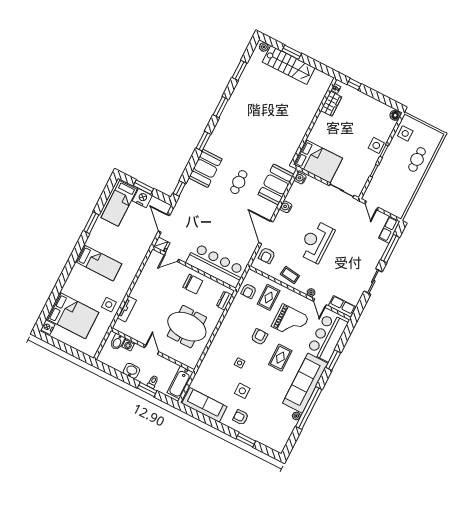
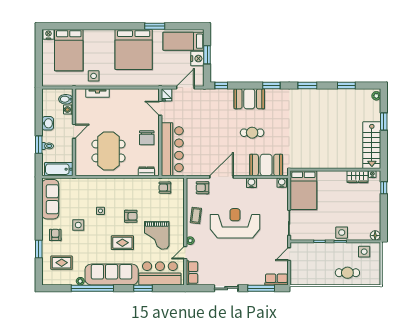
stairs: (289, 65) -> (372, 145), moved
reception desk: (316, 242) -> (235, 223), width x1.36, depth x1.30
bed: (99, 263) -> (134, 49), width x2.04
rug: (269, 297) -> (62, 263), moved

